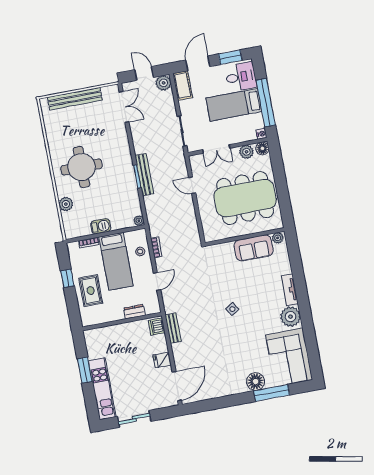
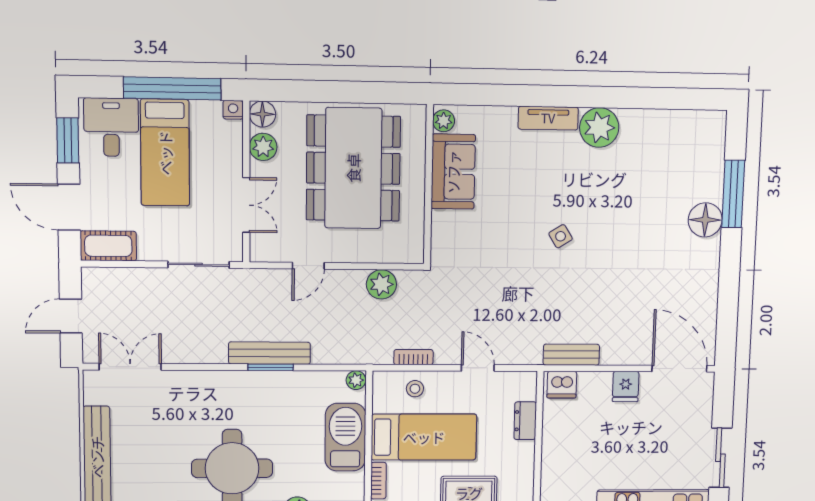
plant: (163, 83) -> (381, 284), moved
barbecue: (101, 226) -> (345, 437), width x1.88, depth x1.53
corner sofa: (289, 357) -> (675, 146), removed

